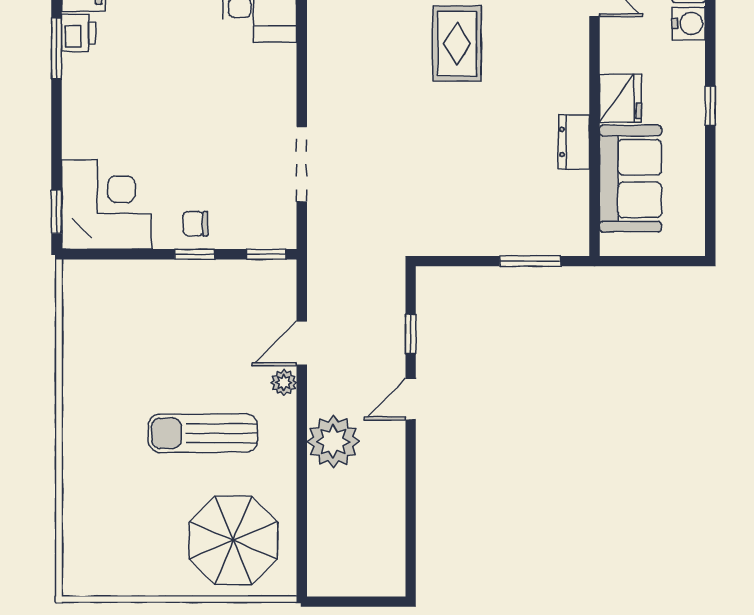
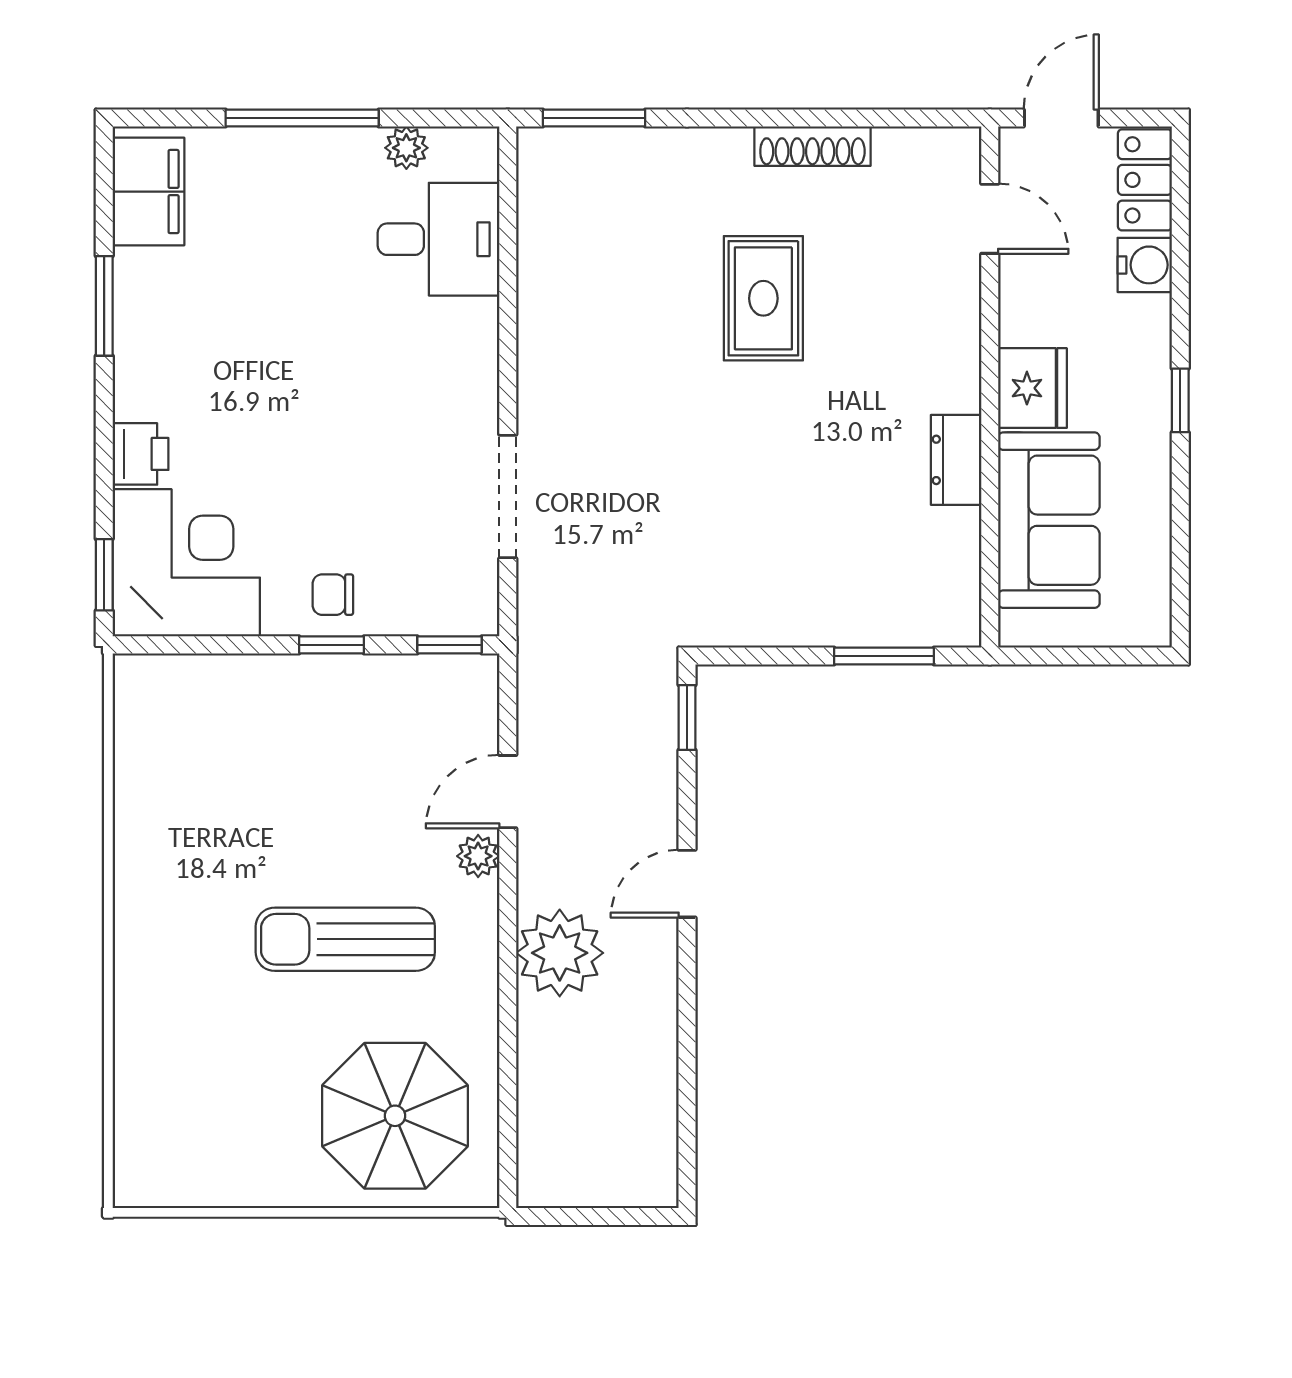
printer: (79, 33) -> (140, 454), moved
window: (411, 334) -> (687, 718), moved

